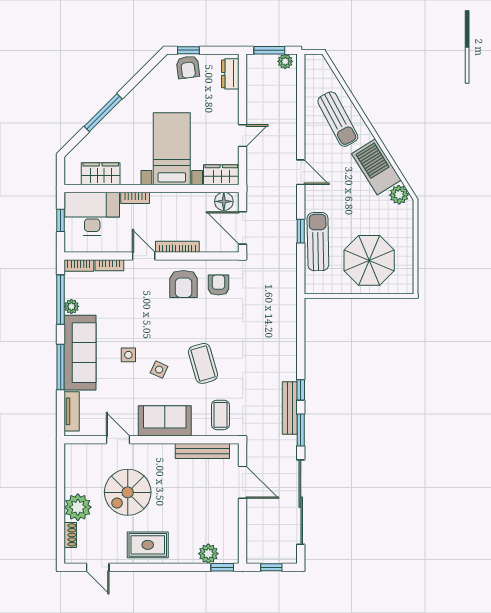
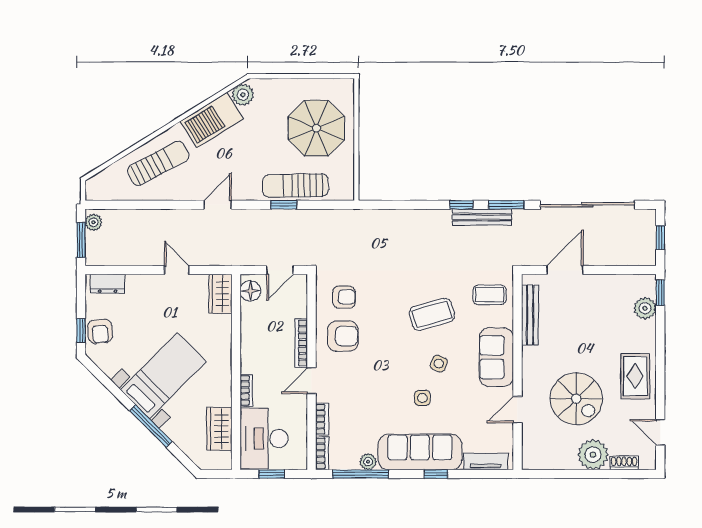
armchair: (188, 67) -> (100, 331), turned 92
bed with nightstands: (172, 149) -> (163, 376), moved, turned 135
door: (243, 228) -> (280, 270), width x0.73
armchair: (218, 285) -> (344, 297), turned 180
window: (61, 367) -> (436, 474), width x0.46
door: (98, 567) -> (660, 432), swing flipped

